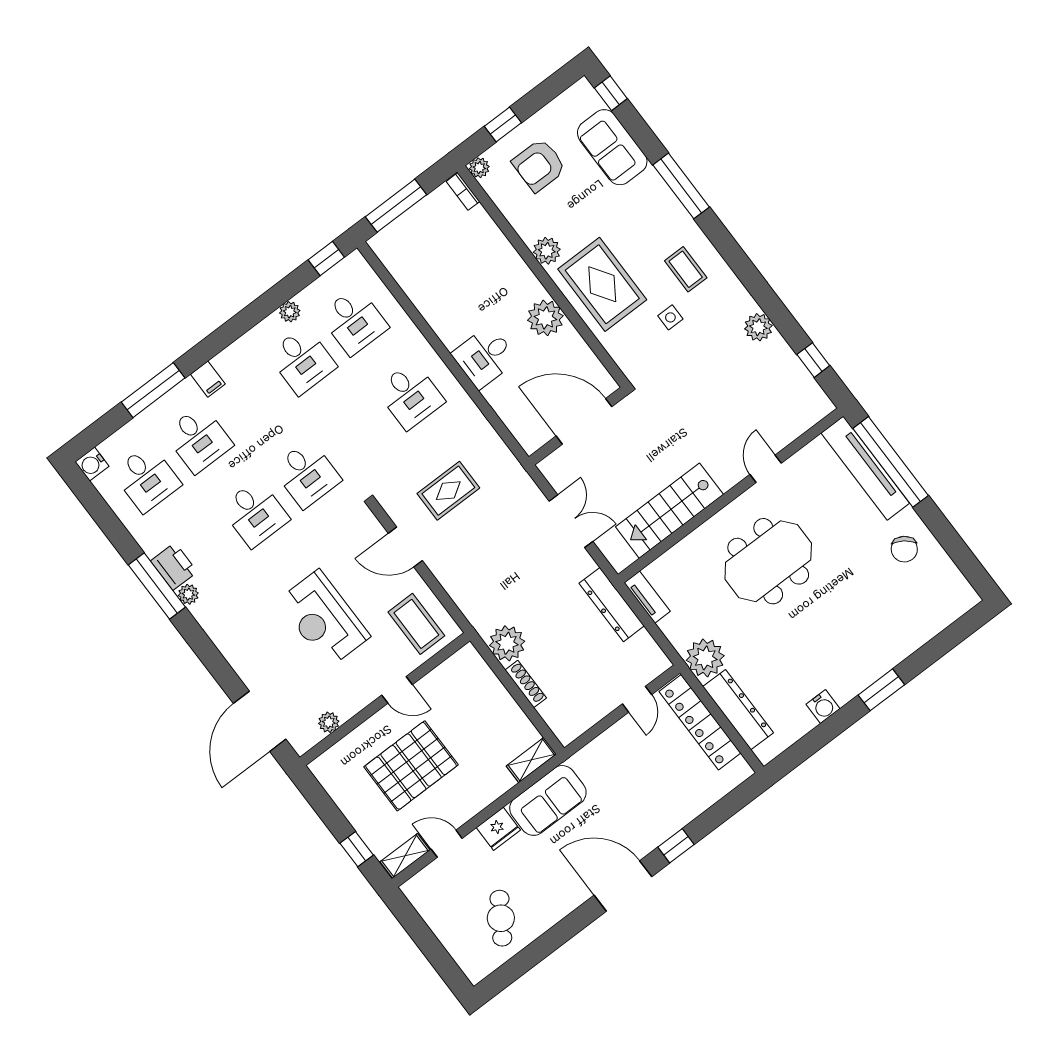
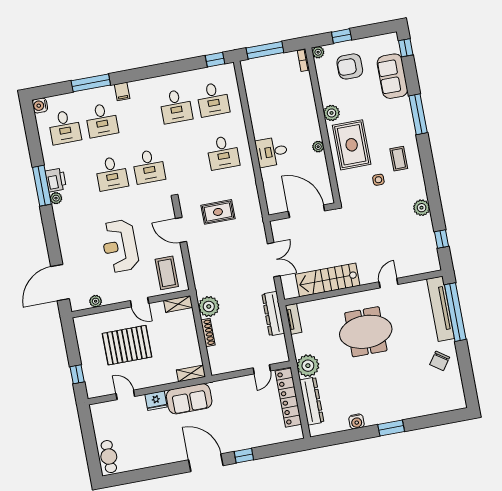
plant: (290, 312) -> (182, 78), removed
plant: (545, 318) -> (318, 147), width x0.53, depth x0.53
shelving: (405, 856) -> (178, 304), moved
cafe table: (501, 918) -> (109, 457), moved, turned -33

